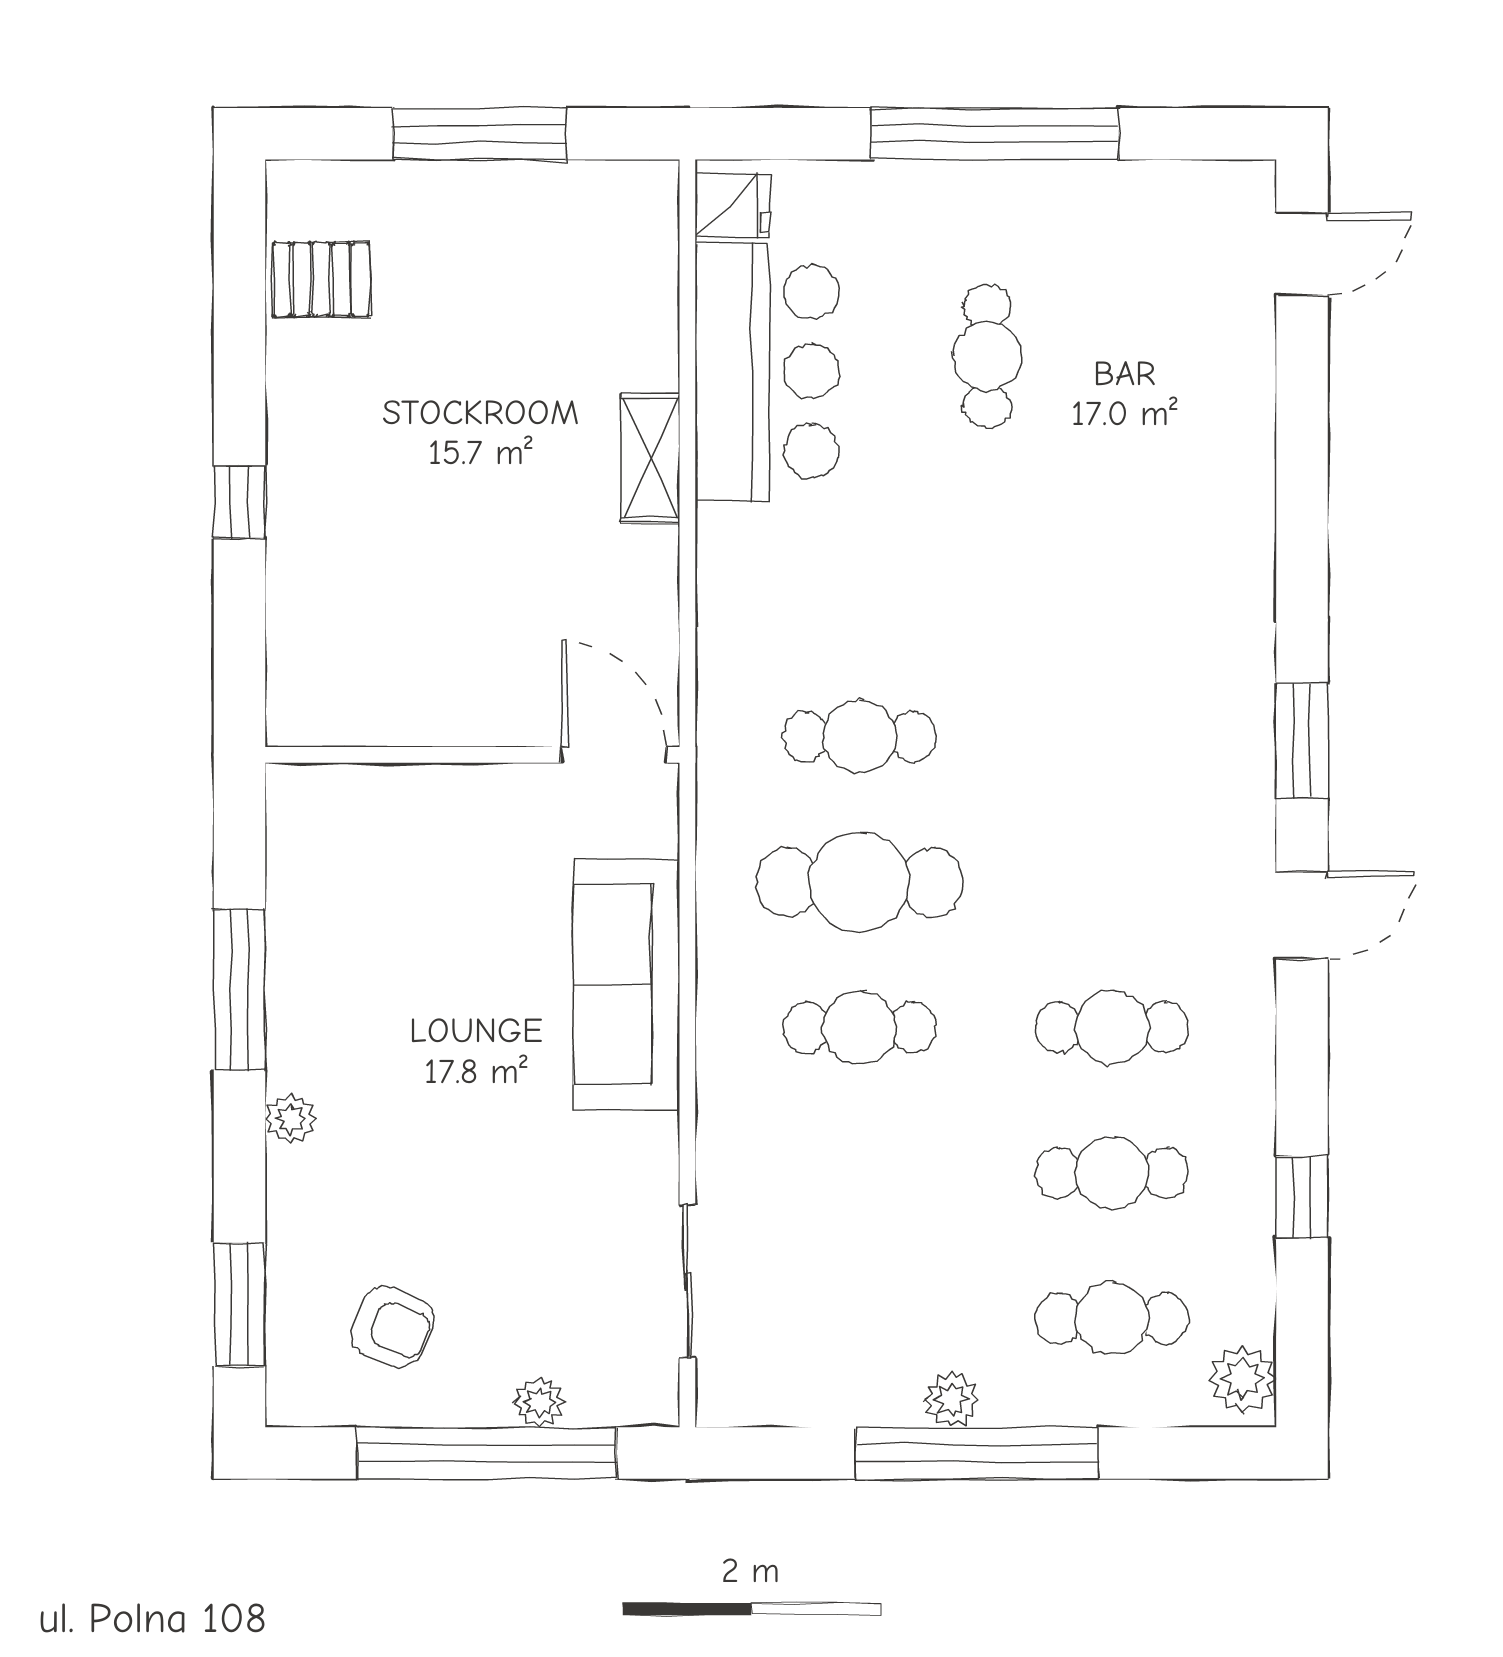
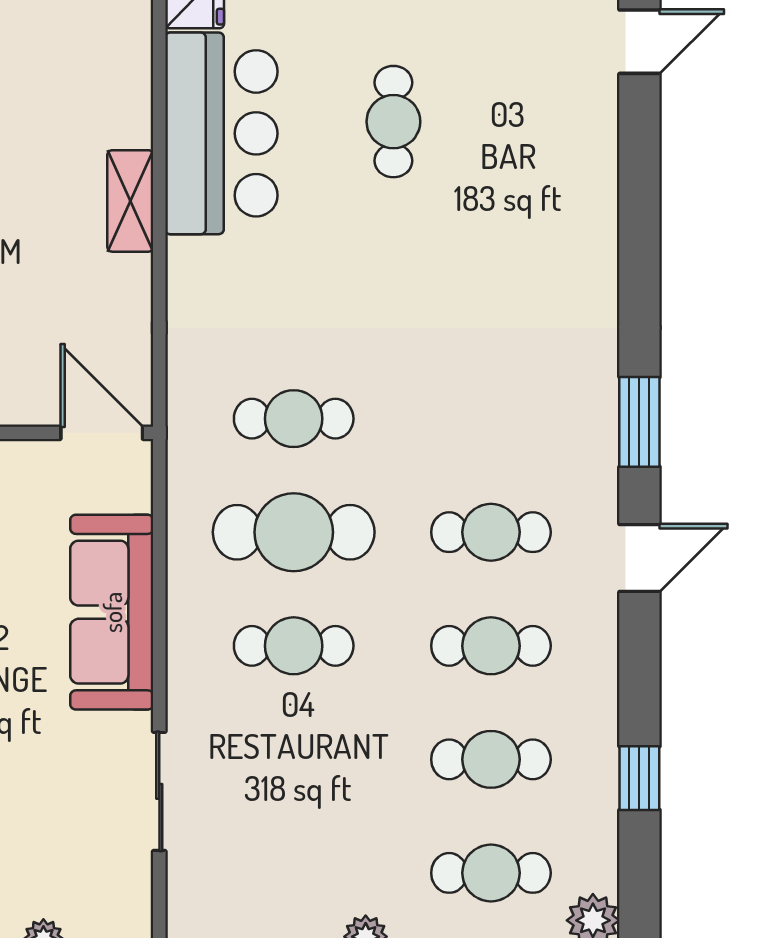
cafe table: (1112, 882) -> (491, 532), added
sliding door: (687, 1281) -> (159, 791), moved

